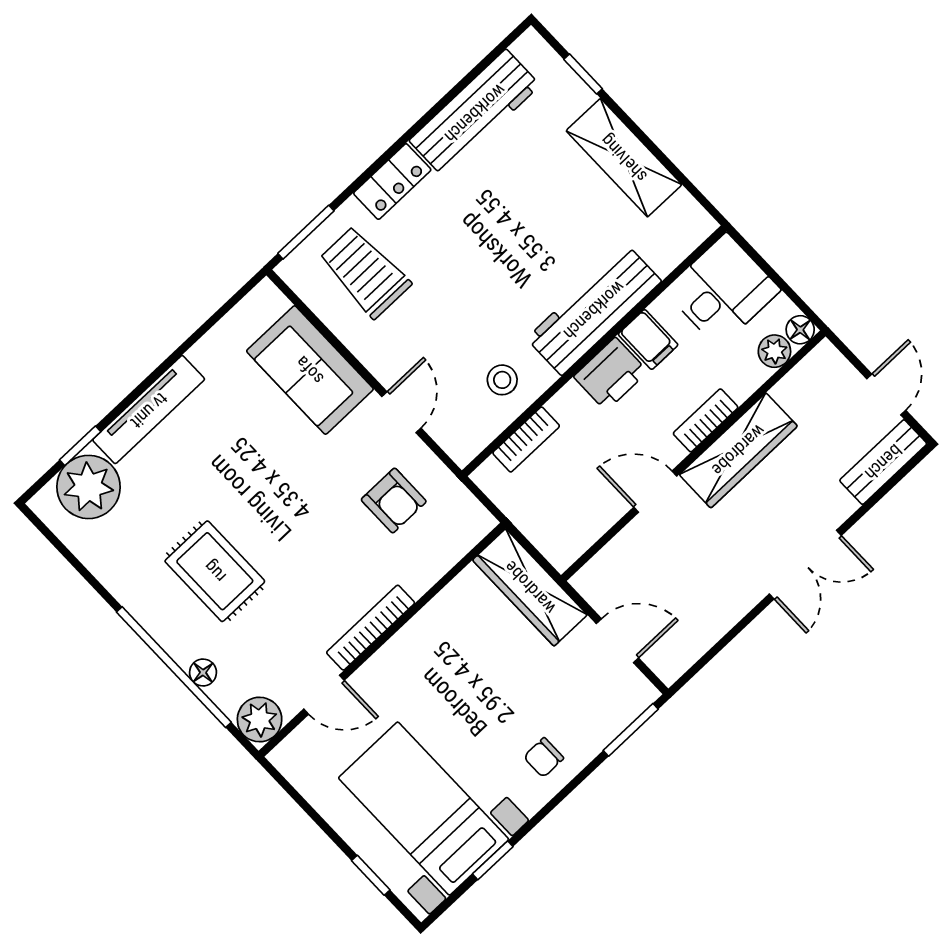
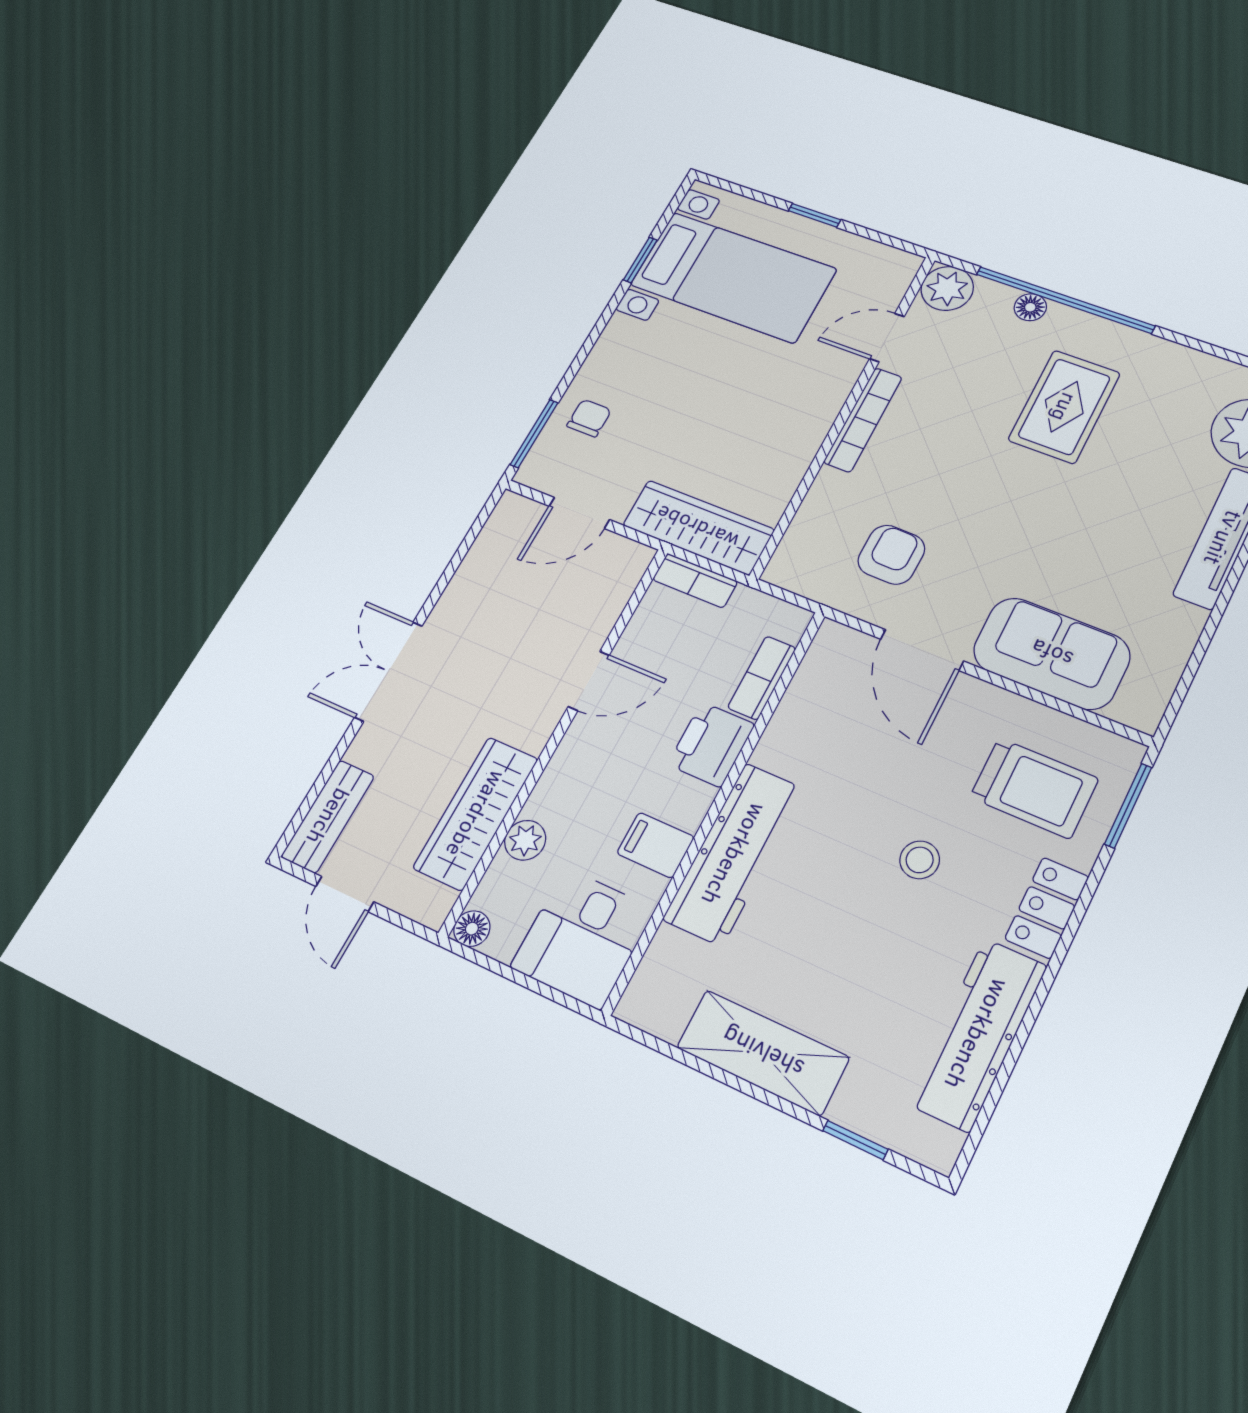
plant: (774, 351) -> (525, 840), moved
printer: (611, 374) -> (711, 744), moved
stool: (502, 380) -> (920, 860), moved
door: (401, 412) -> (922, 650), width x1.38
bookcase: (706, 420) -> (695, 581), moved, turned 90
wardrobe: (738, 450) -> (476, 813), moved
armchair: (394, 501) -> (891, 555), turned 91
rug: (215, 571) -> (1064, 407), turned 90
chair: (544, 758) -> (589, 418), moved
window: (371, 875) -> (815, 215), moved

